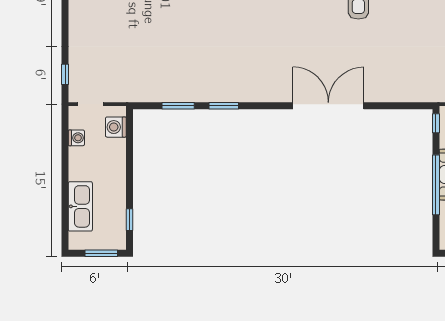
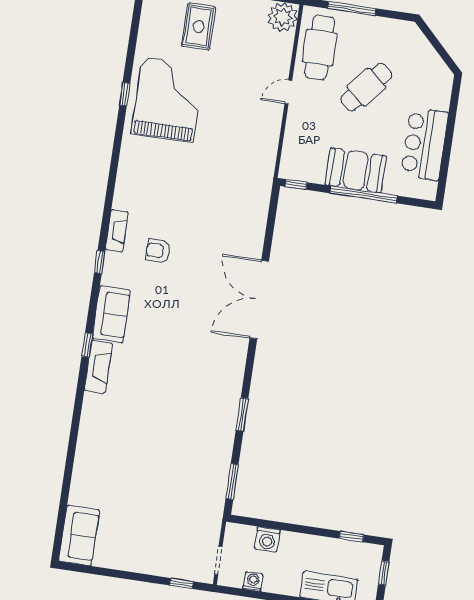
window: (178, 106) -> (232, 482), moved
washing machine: (116, 127) -> (267, 539), moved
window: (101, 253) -> (384, 573), width x0.67

